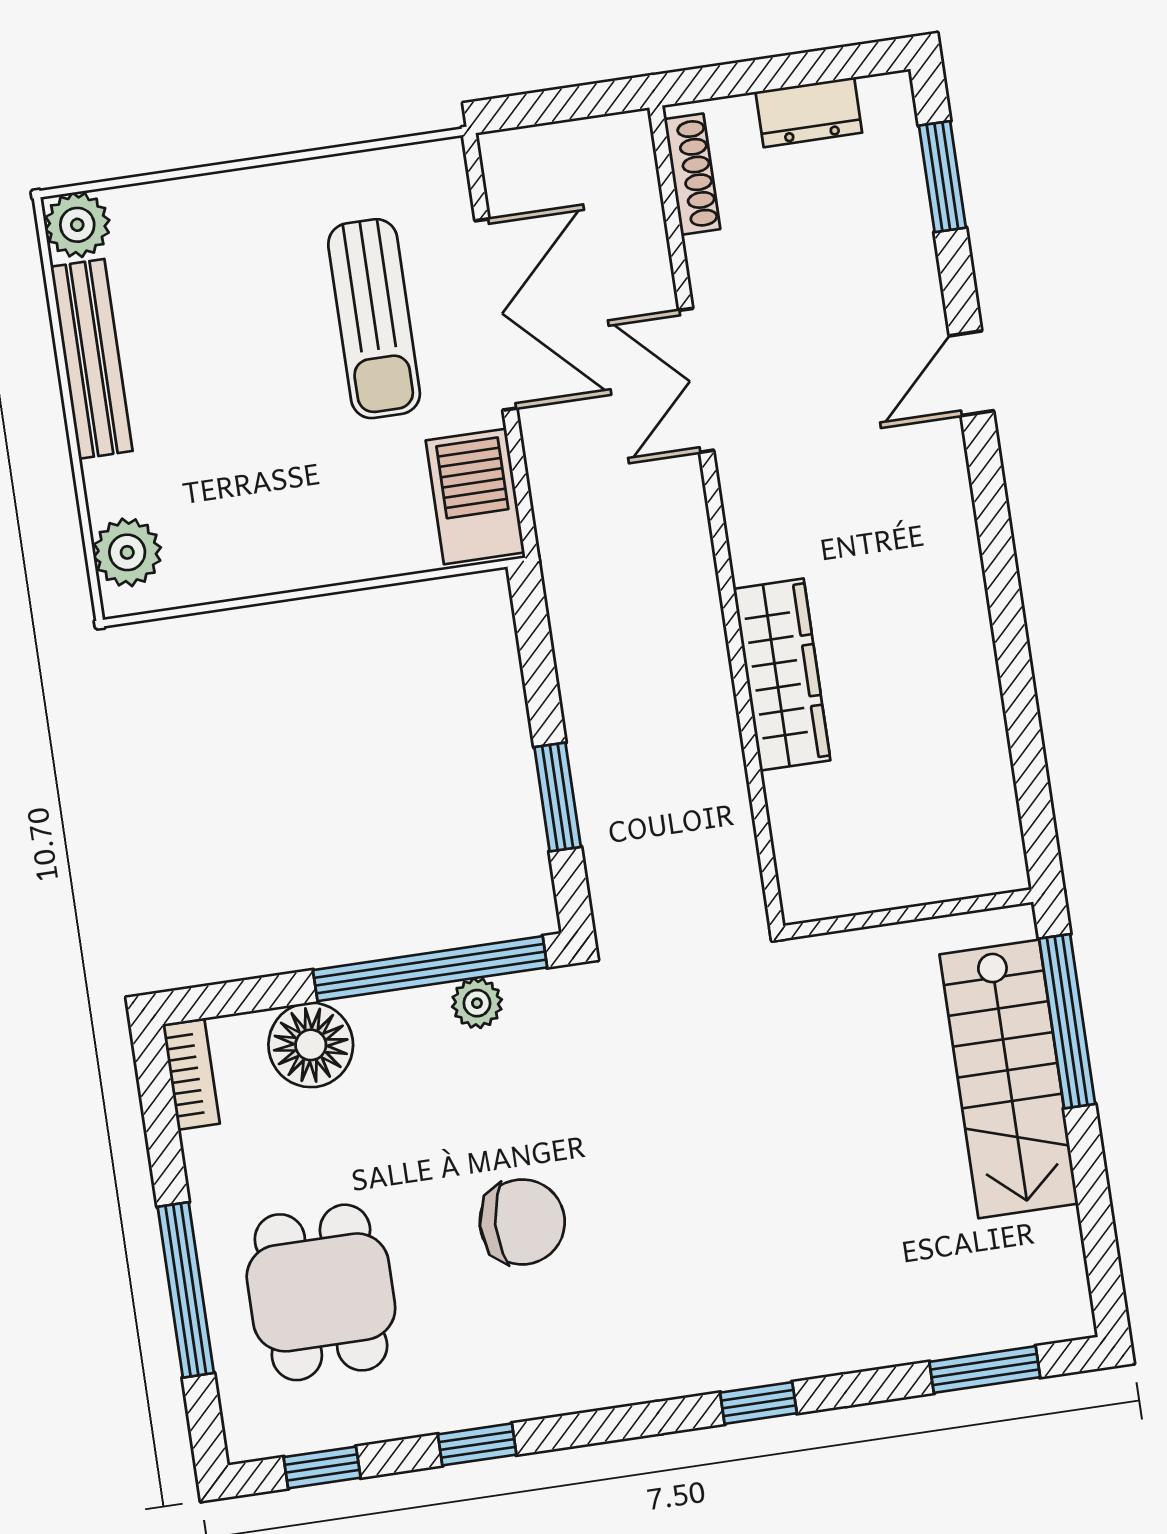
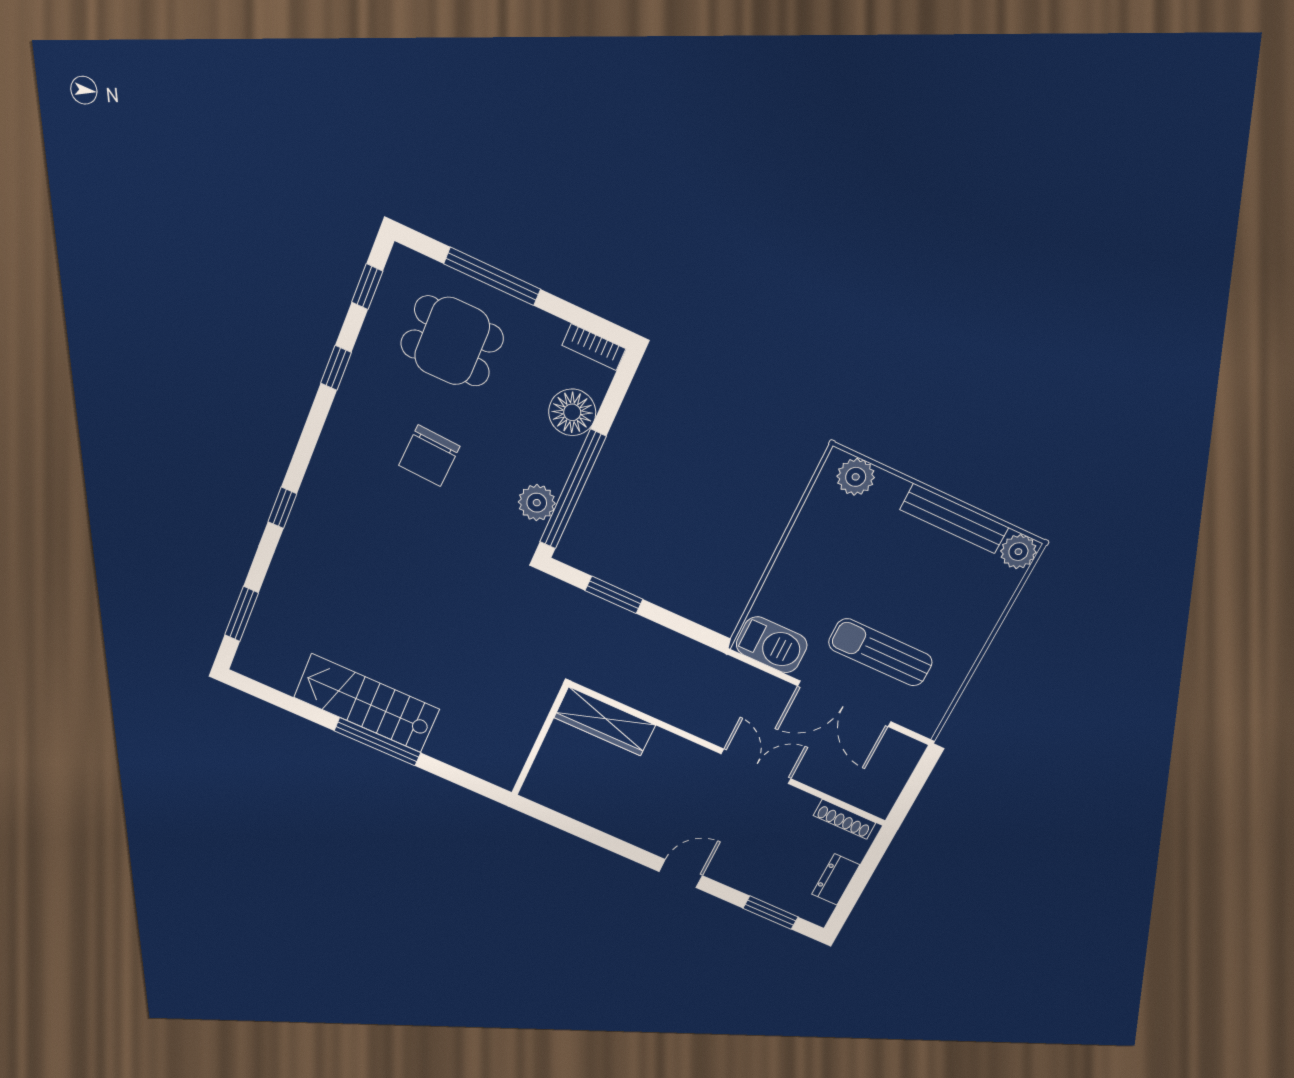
door: (971, 373) -> (681, 874), hinge flipped
wall: (908, 914) -> (540, 740), moved
plant: (477, 1003) -> (537, 503), width x1.38, depth x1.38

